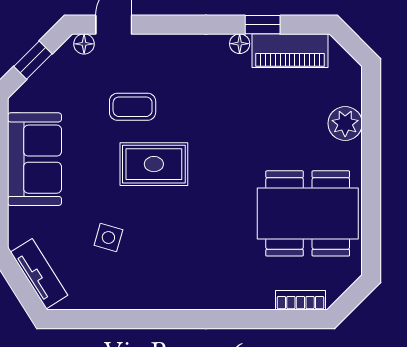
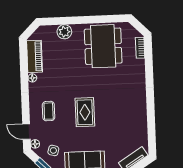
window: (263, 25) -> (24, 68), removed
coffee table: (133, 107) -> (49, 111), moved
side table: (108, 237) -> (53, 150), moved

